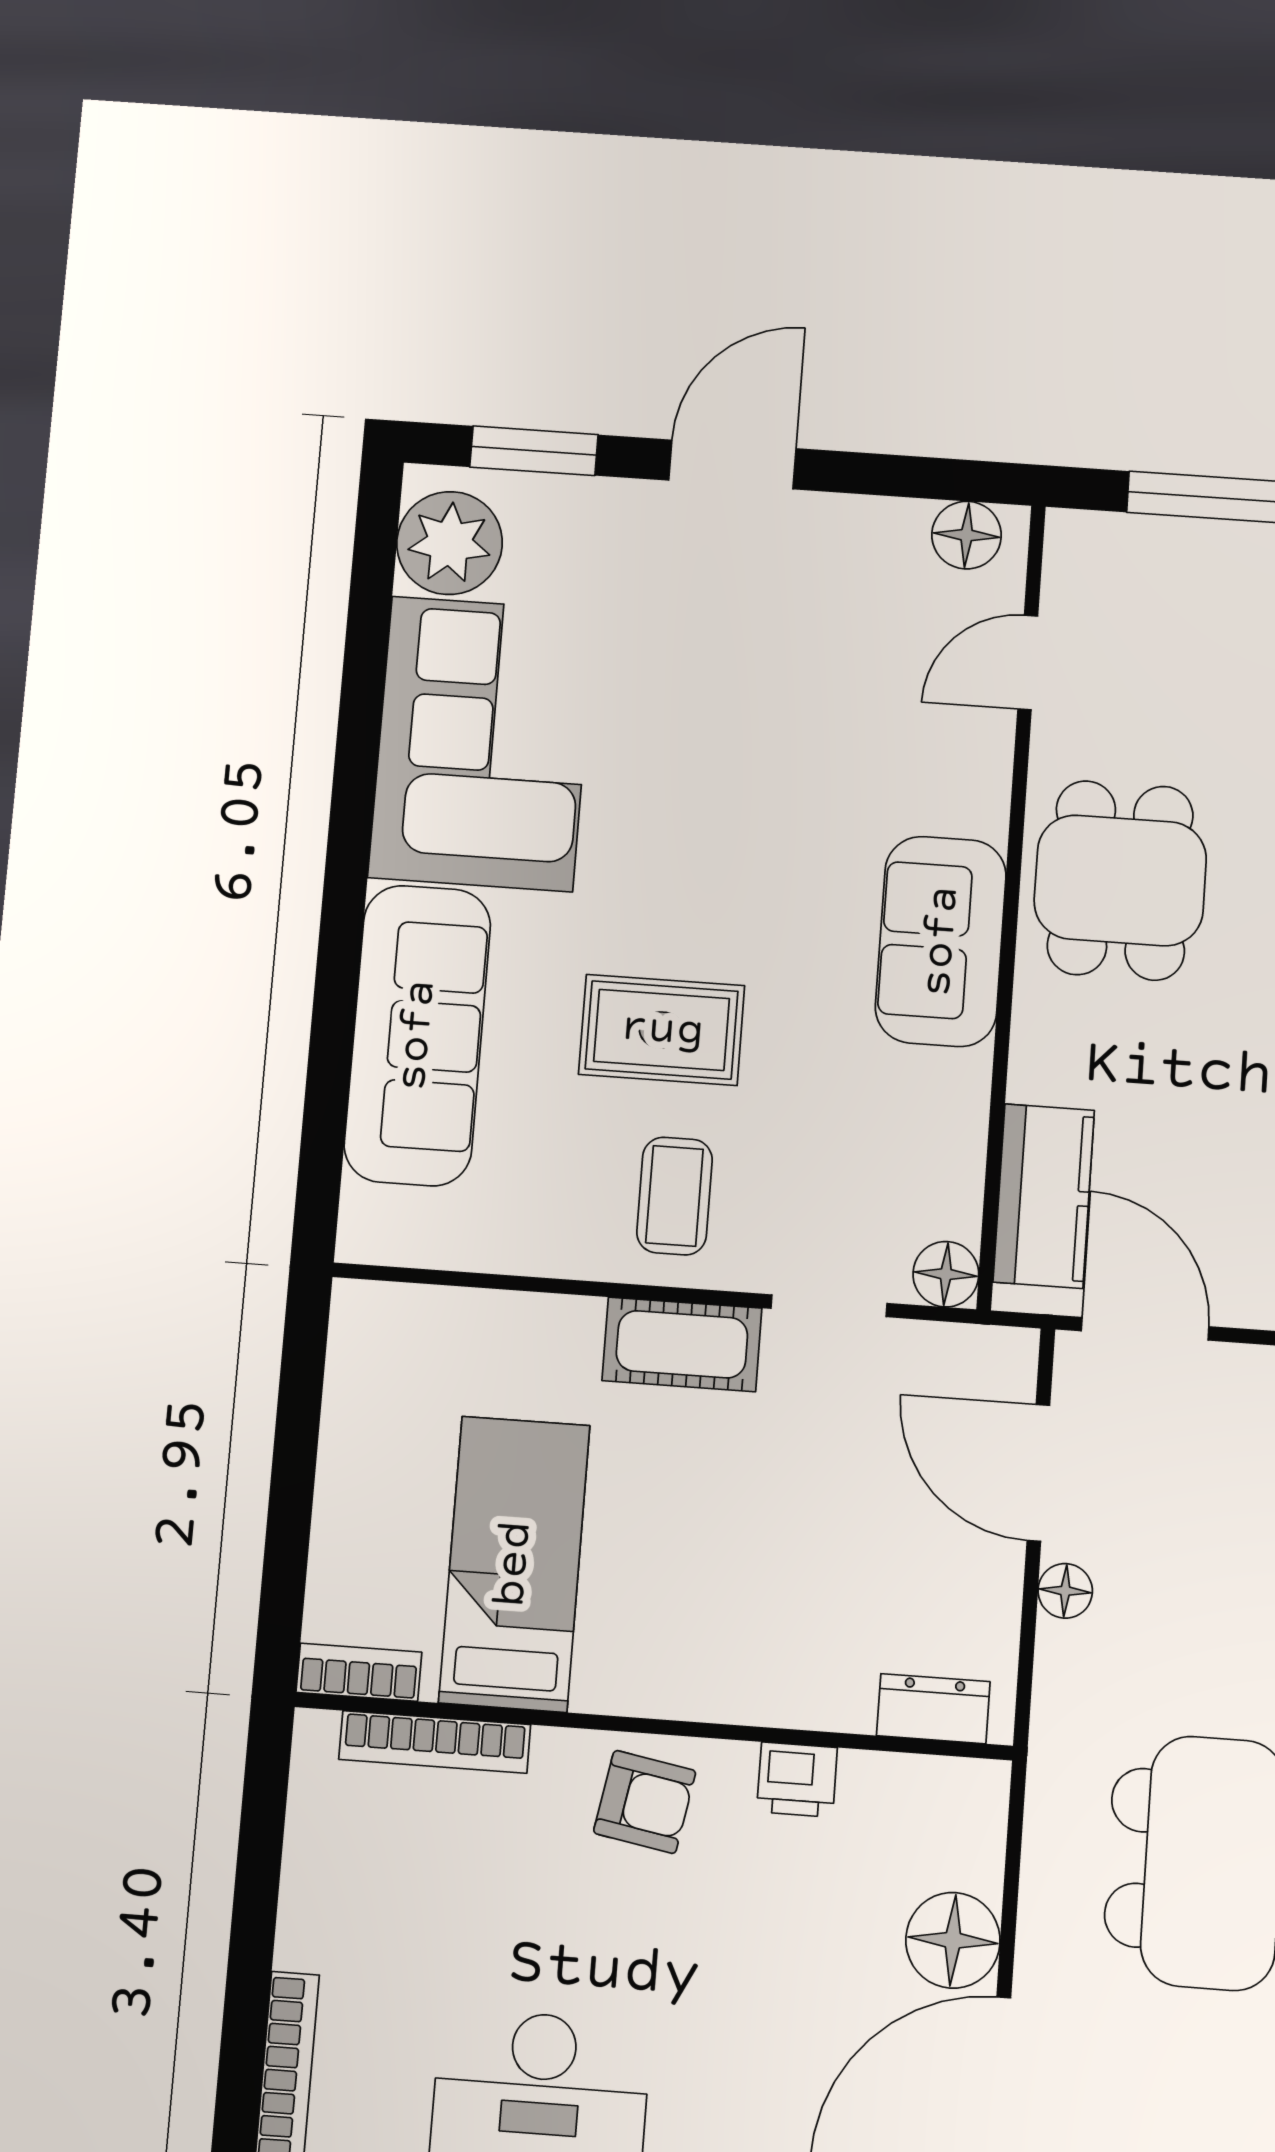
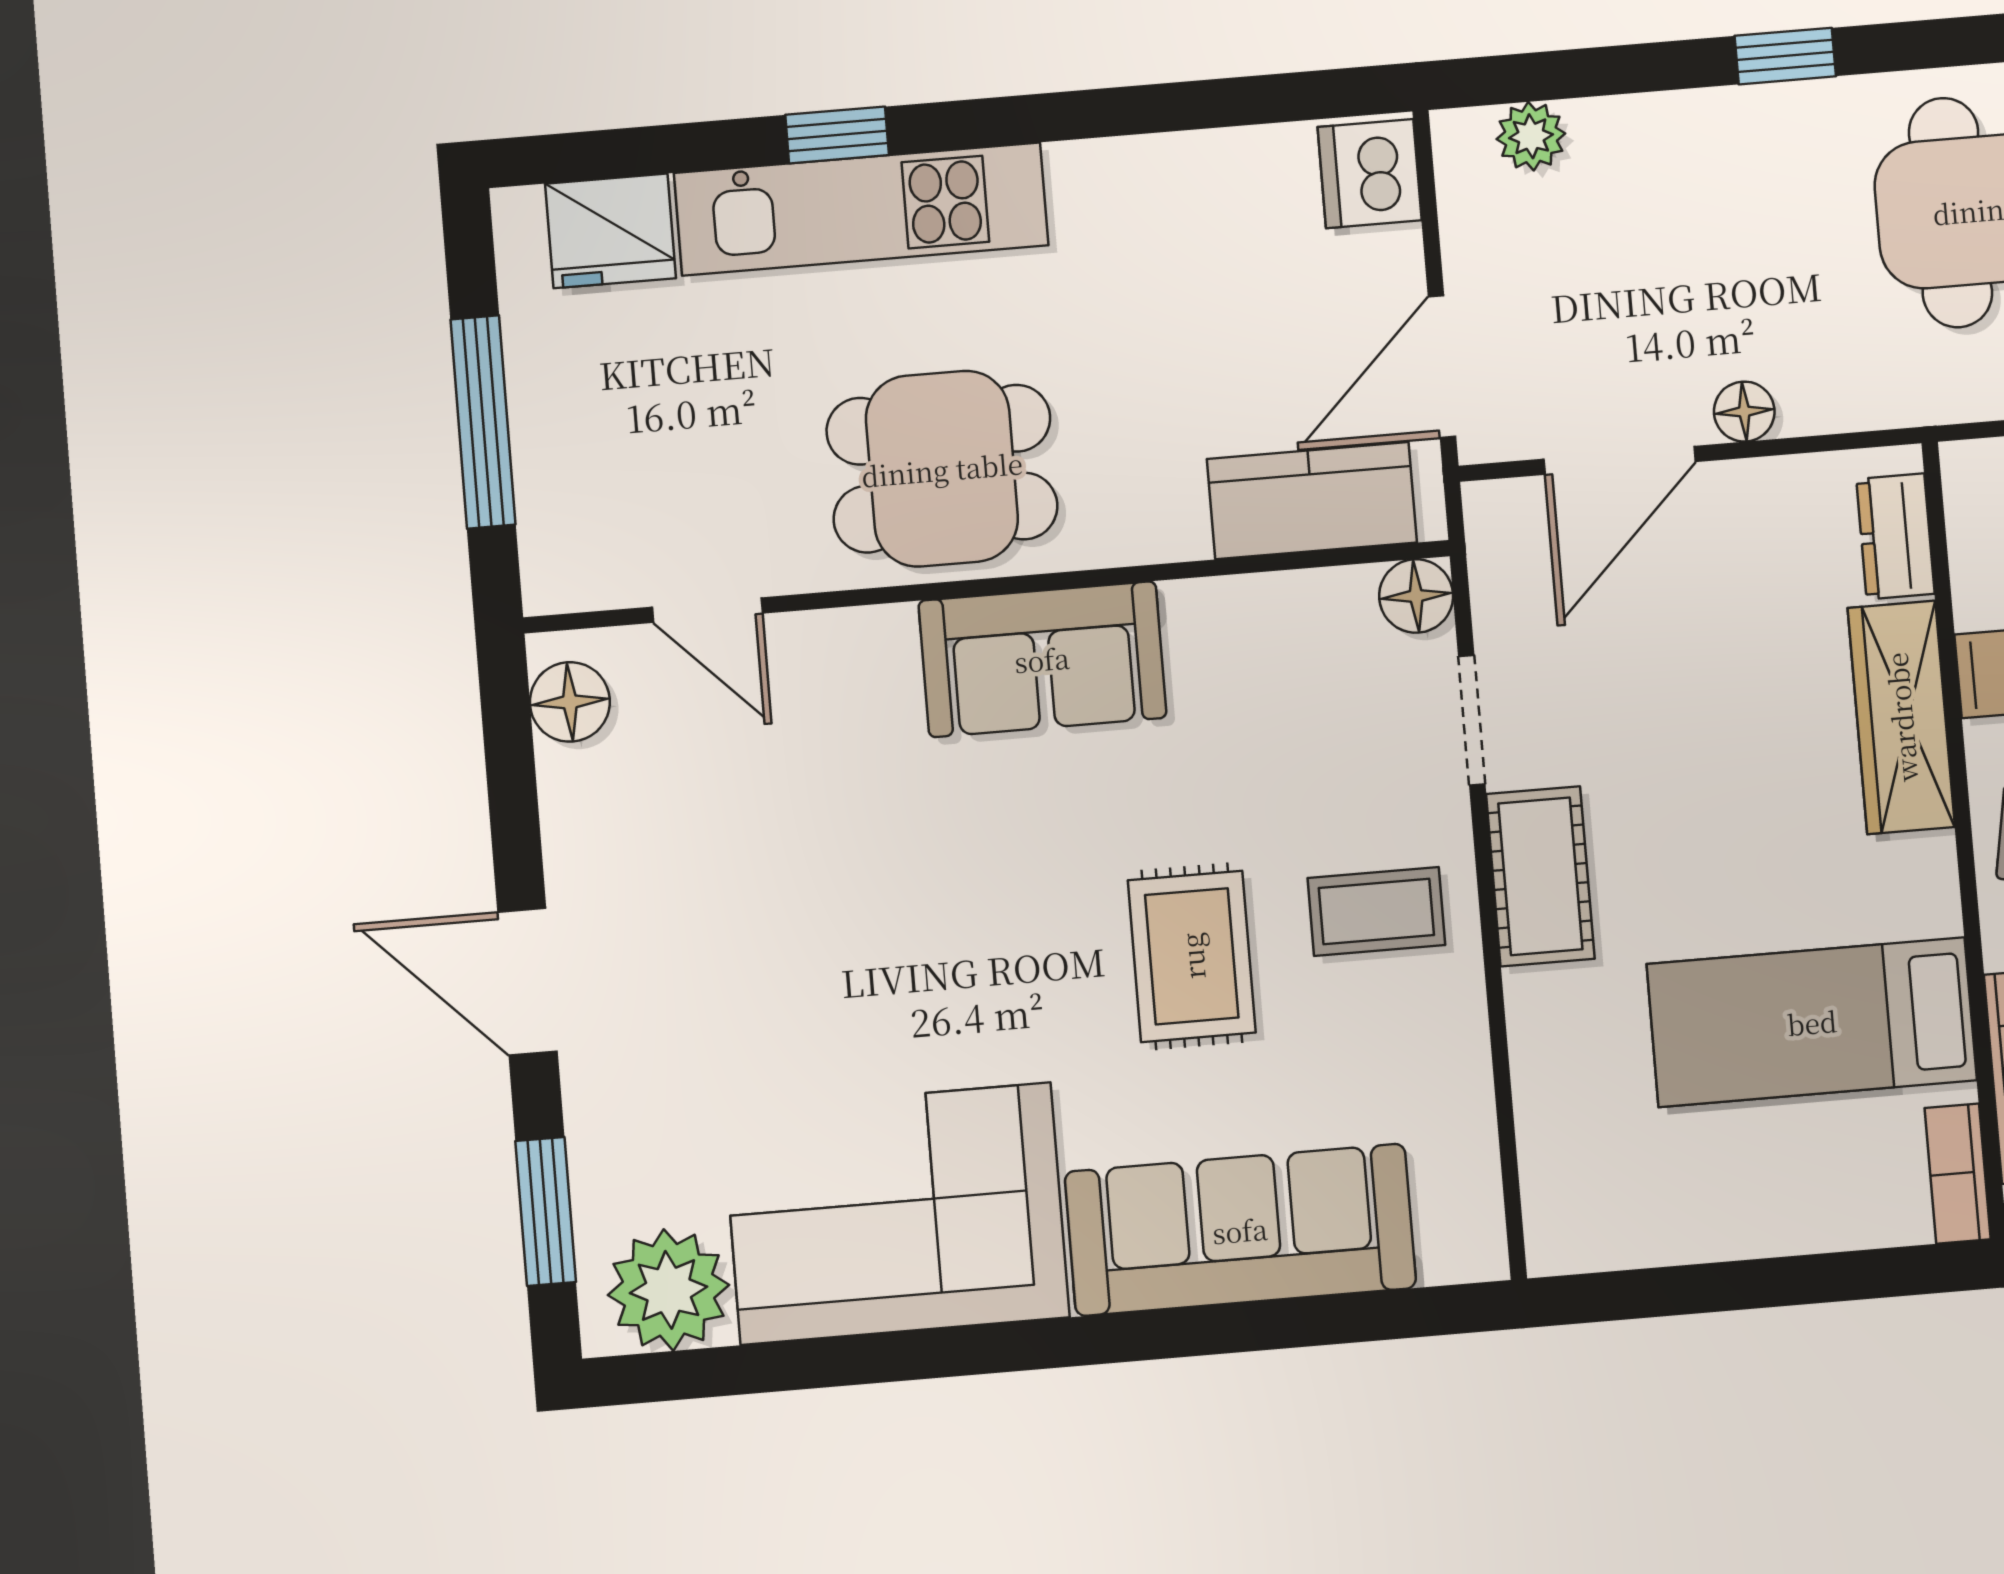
wardrobe: (771, 1688) -> (1901, 717), added

